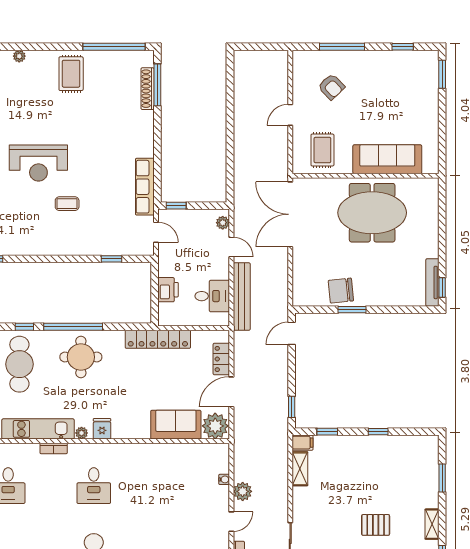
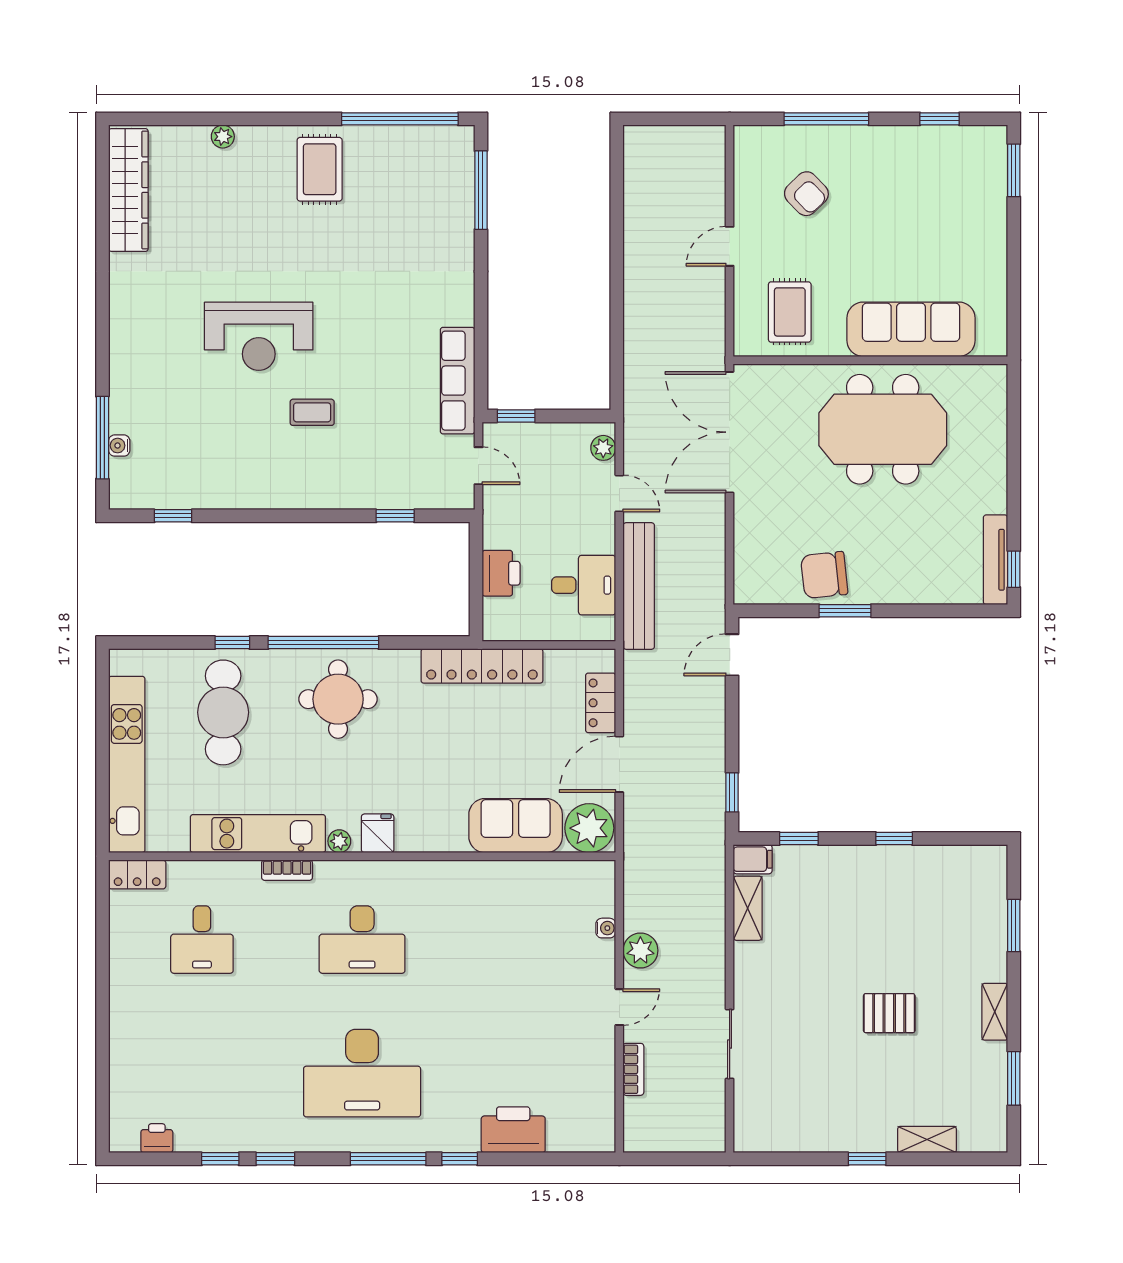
shoe rack: (148, 89) -> (463, 197), removed
desk: (94, 486) -> (362, 940), width x1.37

